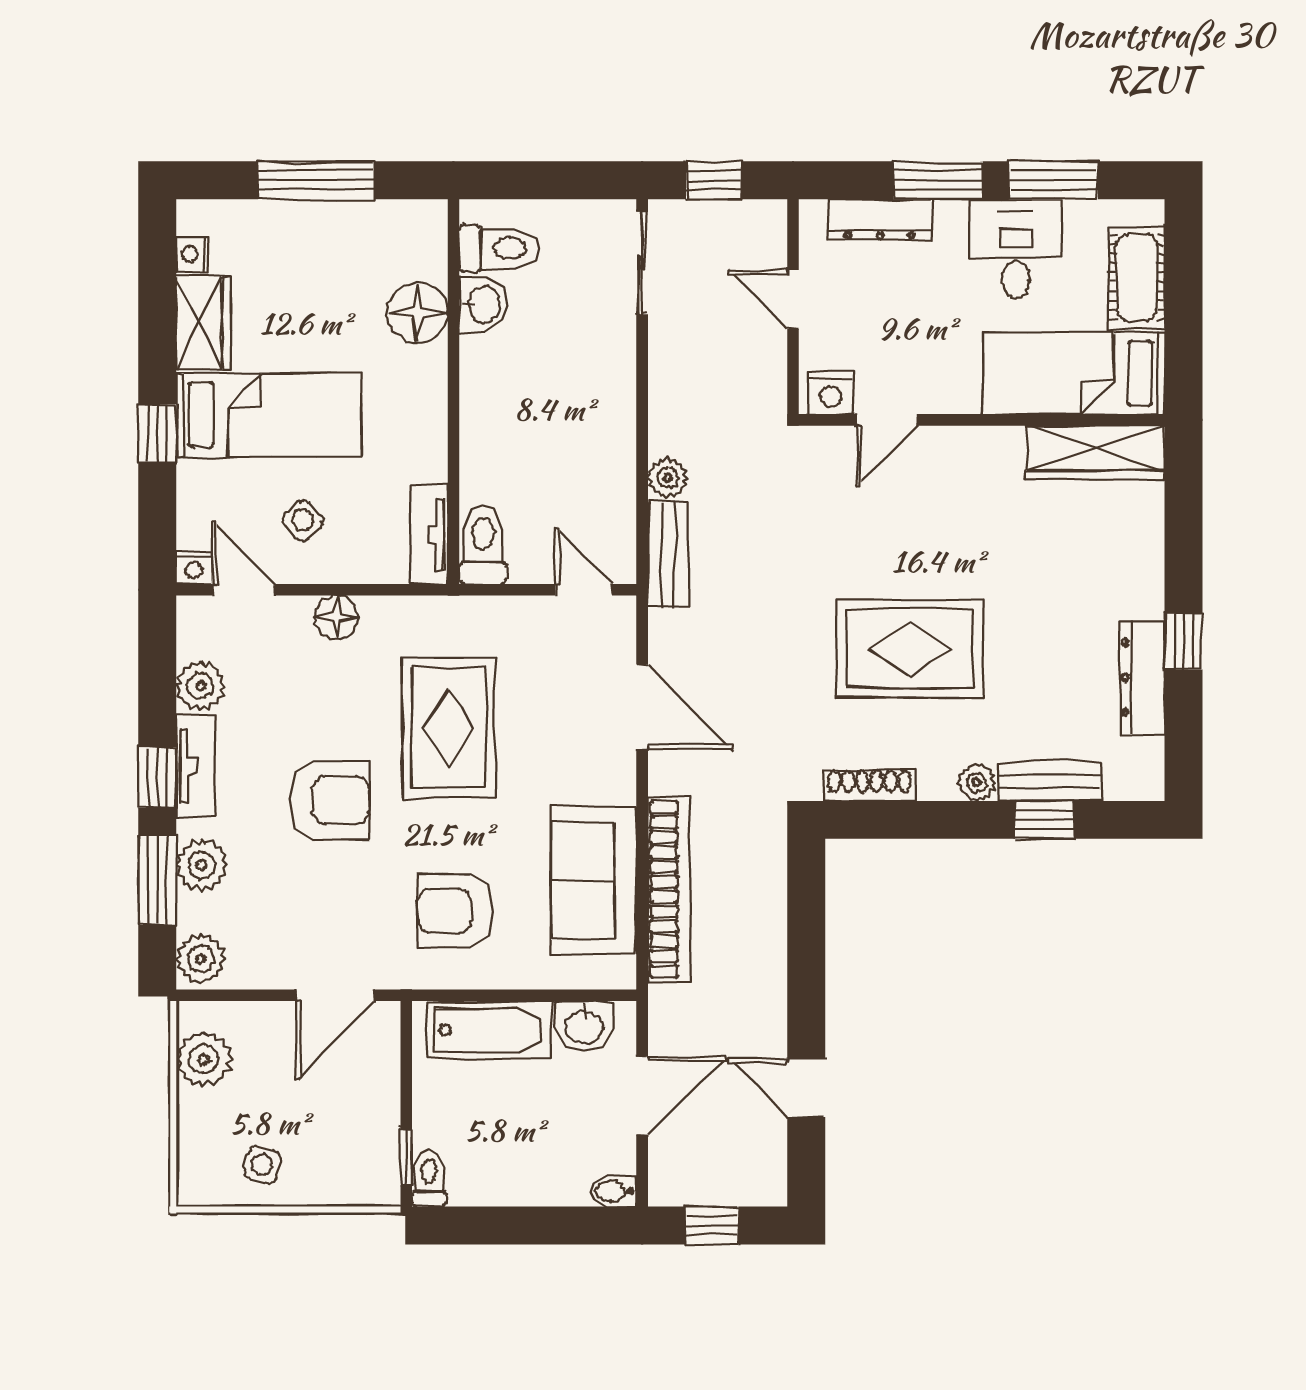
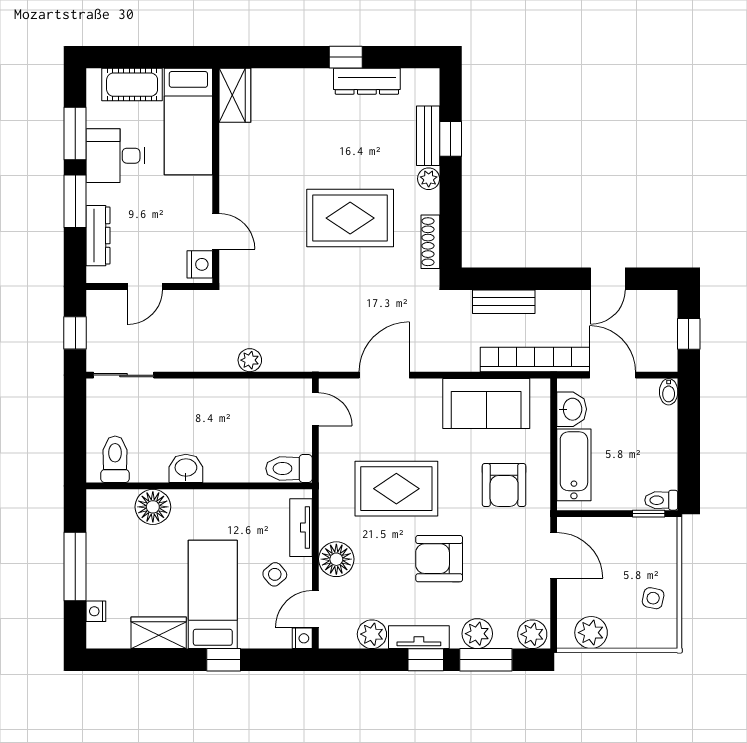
nightstand: (193, 255) -> (96, 611), moved, turned 90
washbasin: (483, 305) -> (186, 468), moved
wardrobe: (1095, 452) -> (235, 95), width x0.67
tv unit: (429, 535) -> (301, 528), moved, turned 90
bench: (668, 554) -> (504, 302), moved
door: (584, 590) -> (315, 409), swing flipped
floor lamp: (337, 617) -> (336, 559), width x1.38, depth x1.38
rug: (910, 649) -> (350, 218), turned 90
armchair: (329, 800) -> (439, 559), turned -90
bookcase: (669, 889) -> (535, 359), moved

